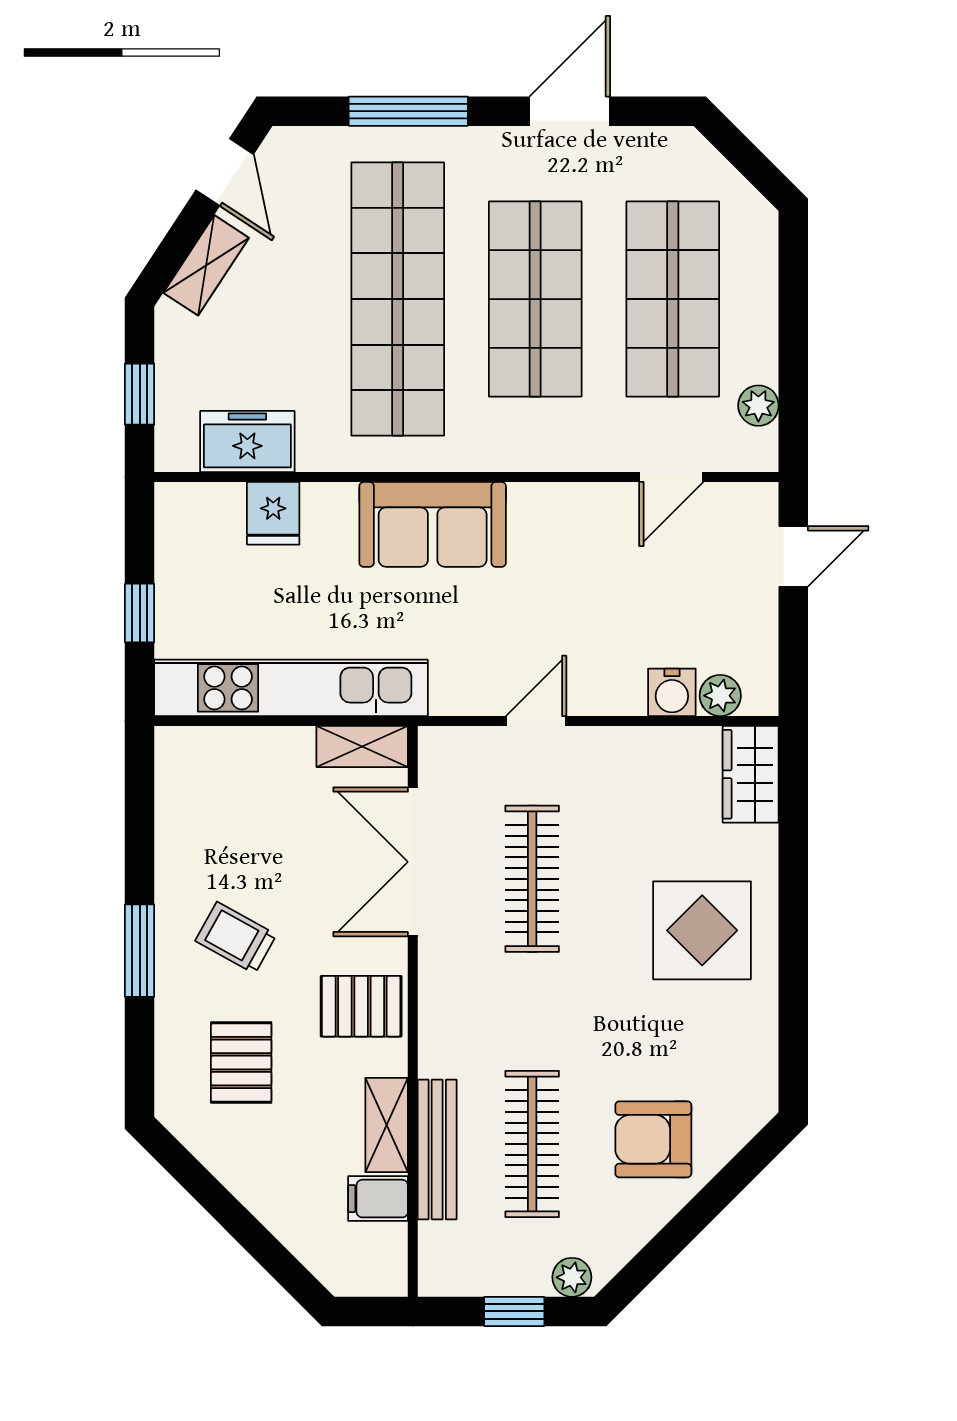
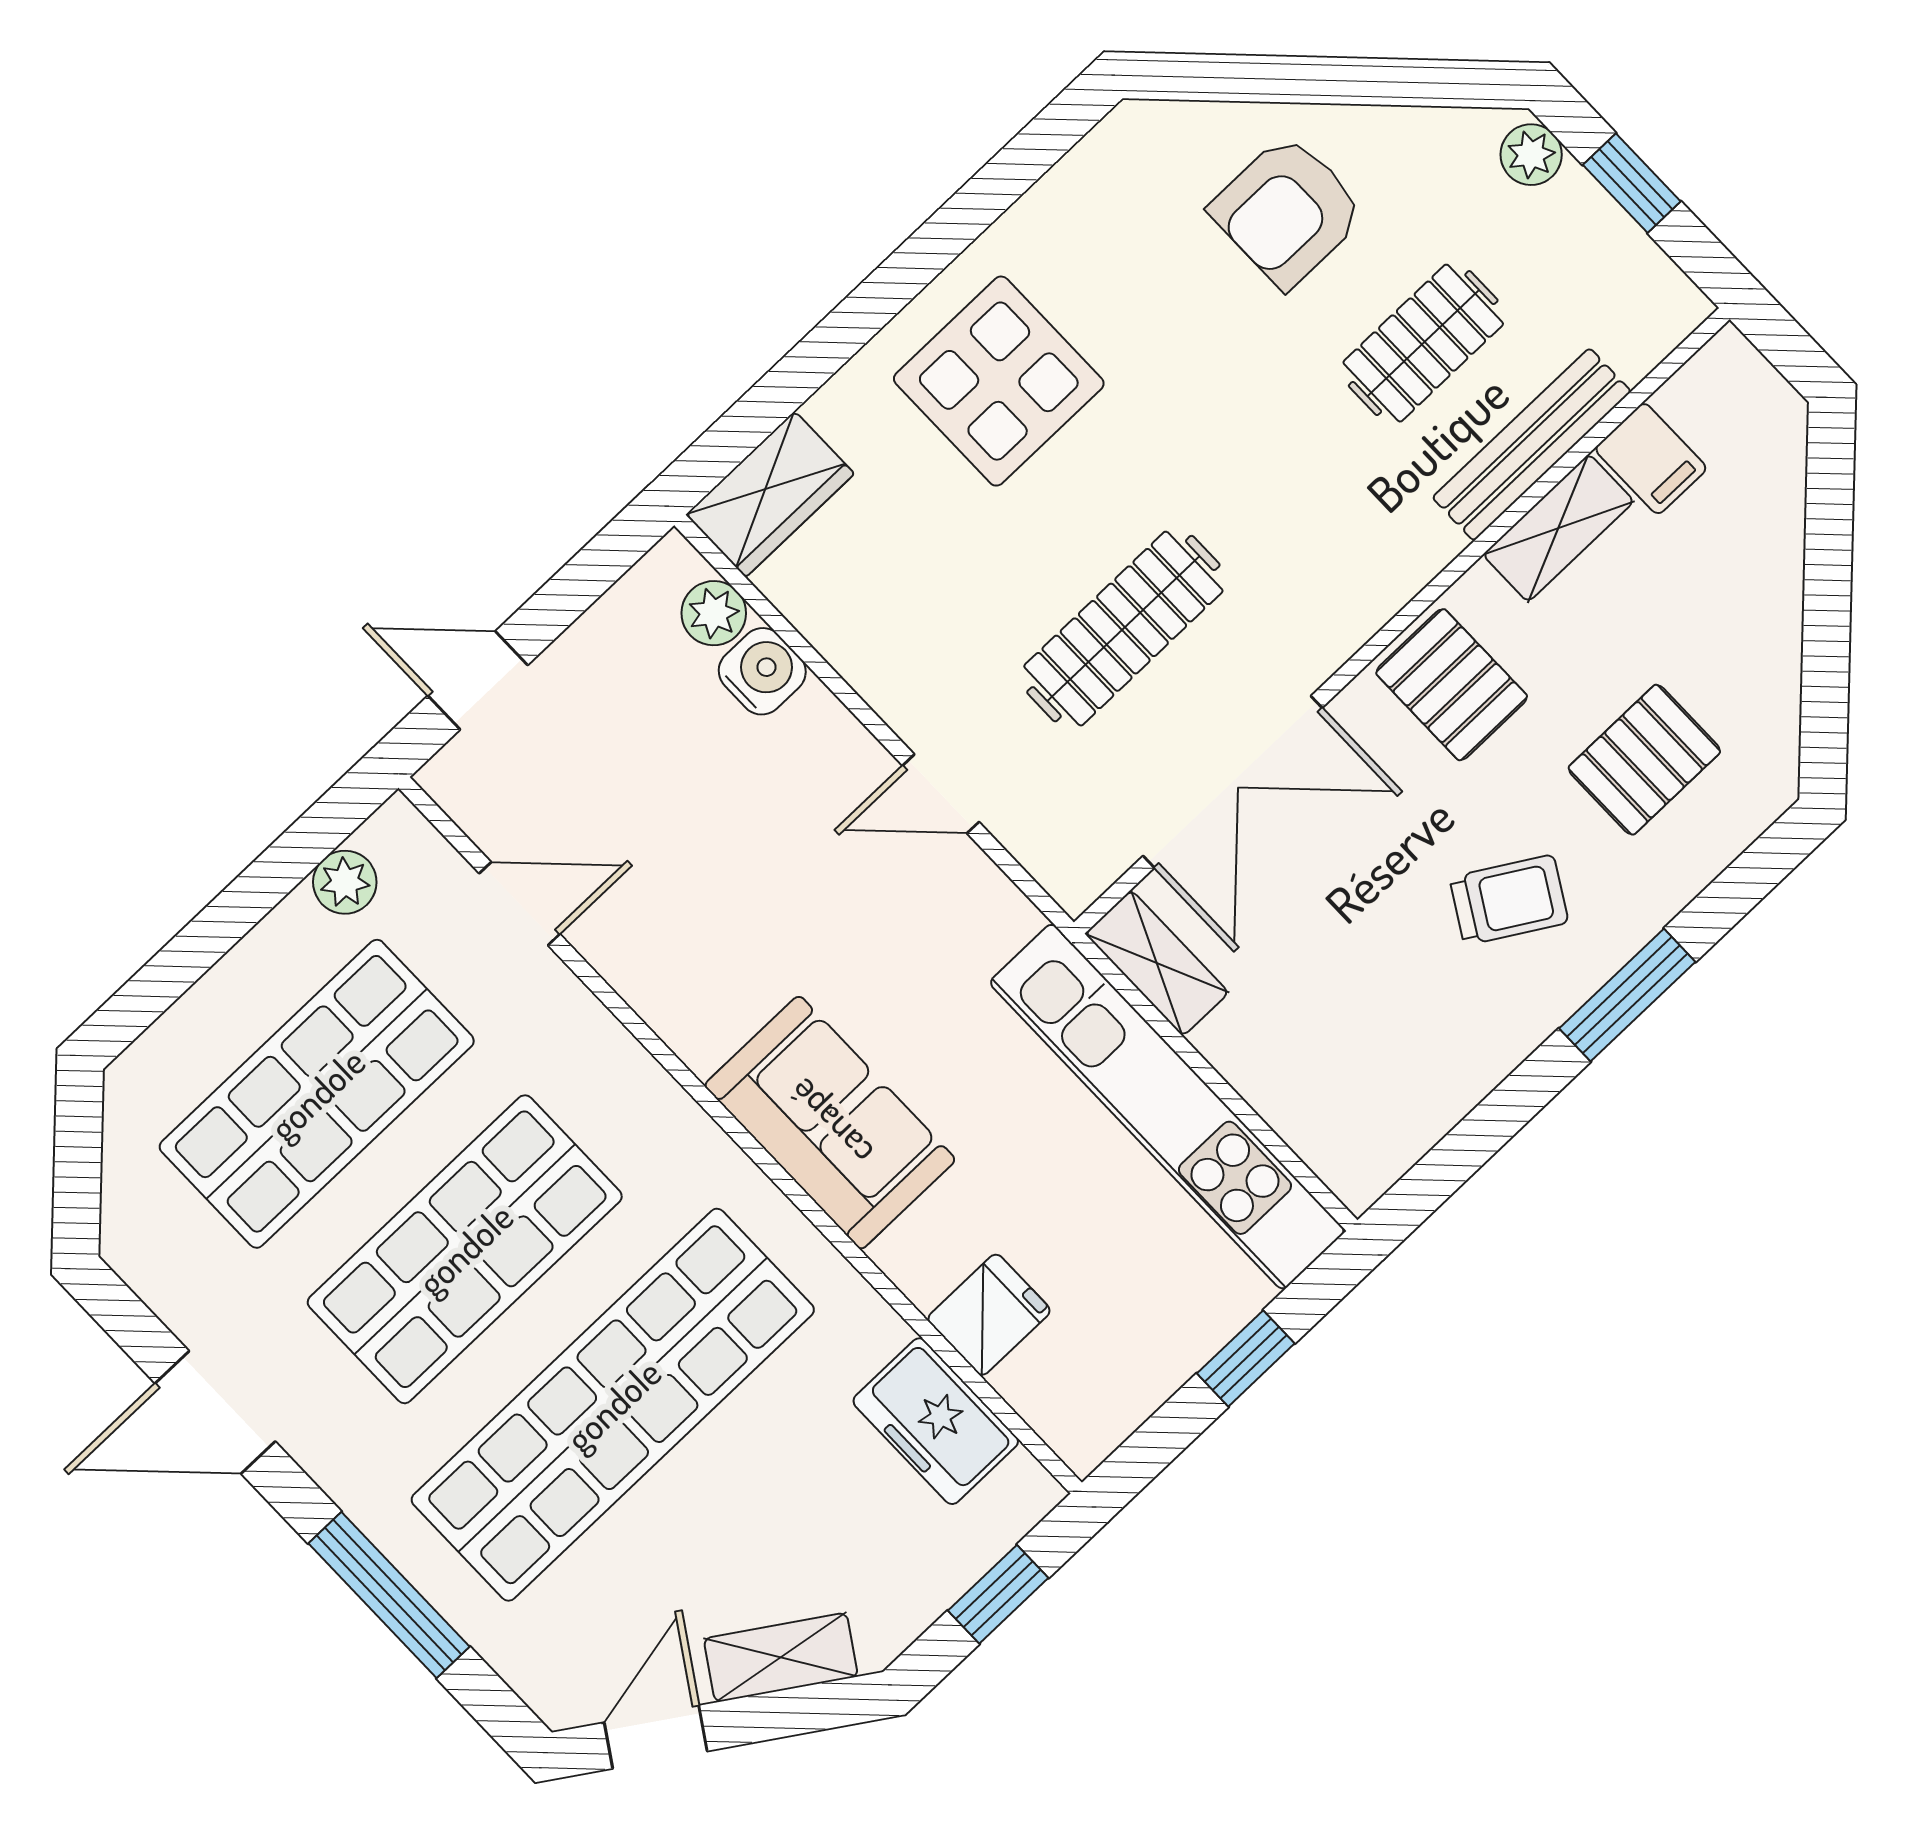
trolley: (236, 938) -> (1509, 900), turned -88
armchair: (653, 1139) -> (1288, 211), turned 90
clothes rail: (532, 1144) -> (1423, 343), width x0.73

